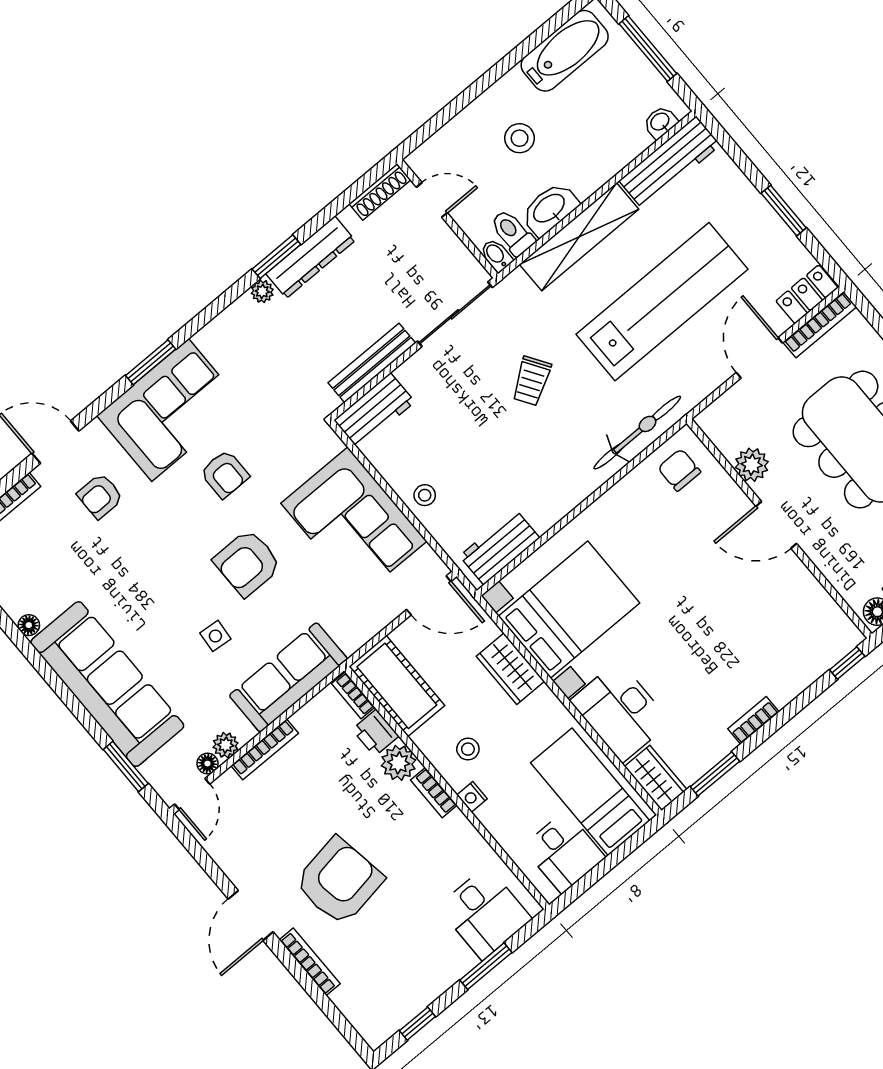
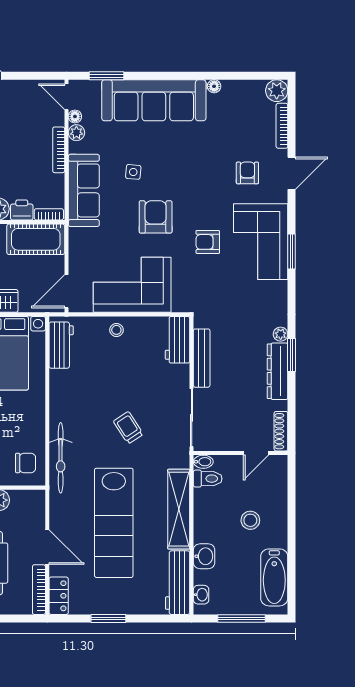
washbasin: (550, 209) -> (204, 556), moved, width x0.72

